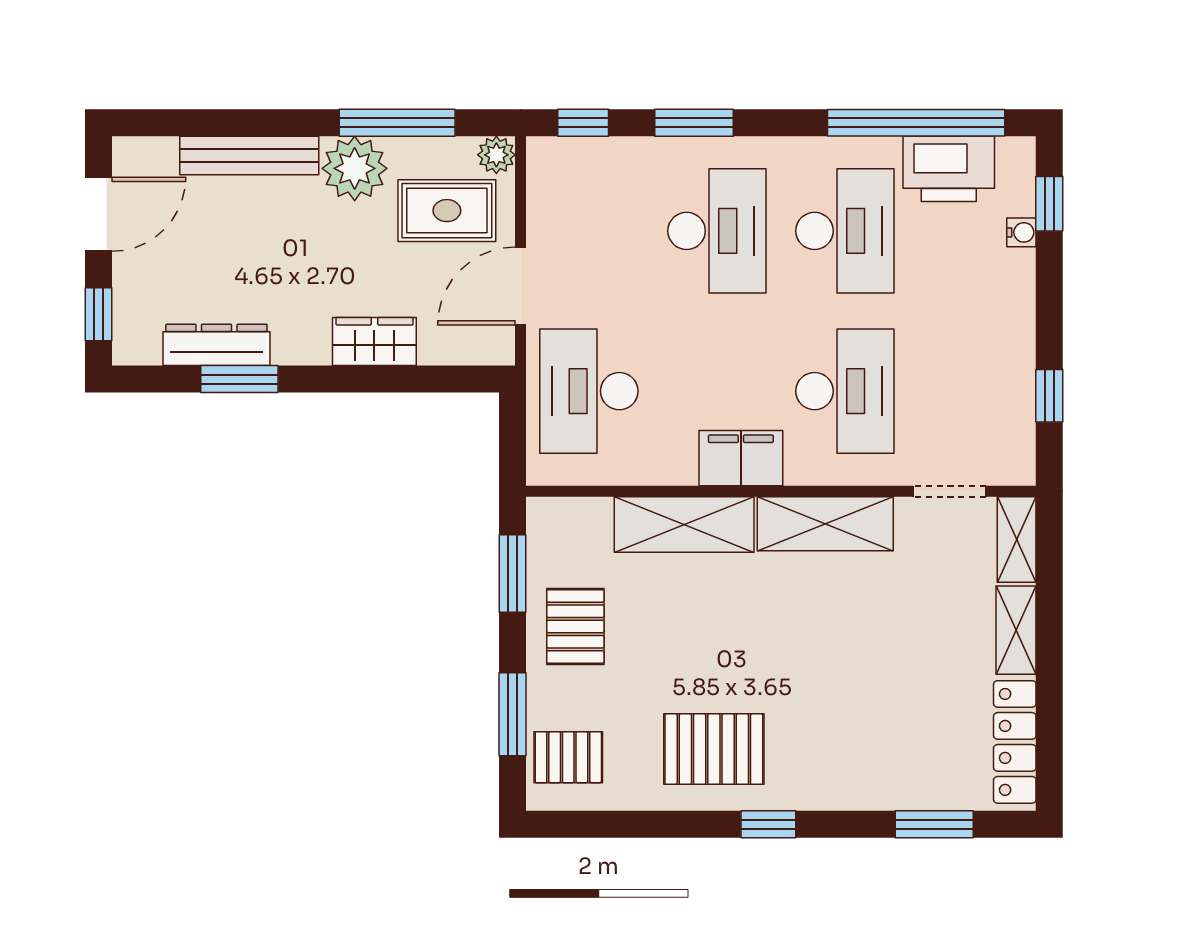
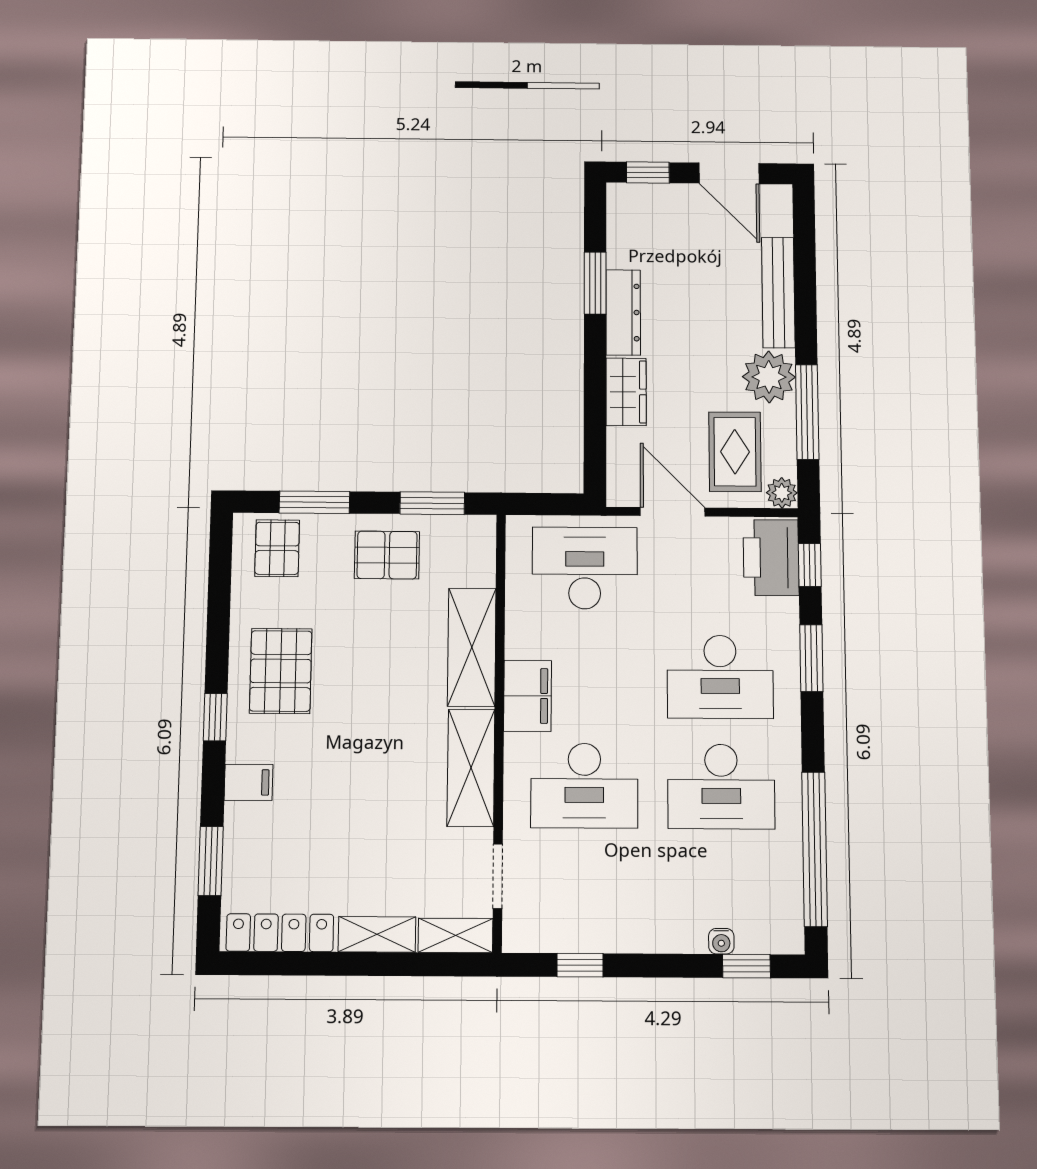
printer: (949, 169) -> (771, 558), moved
dresser: (216, 345) -> (623, 312), moved
filing cabinet: (844, 783) -> (249, 782), added

